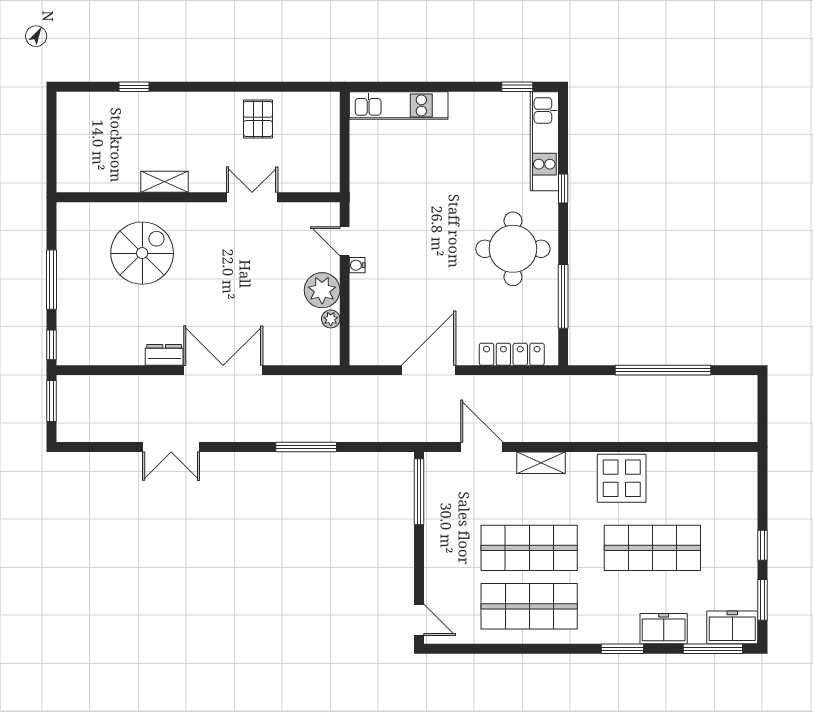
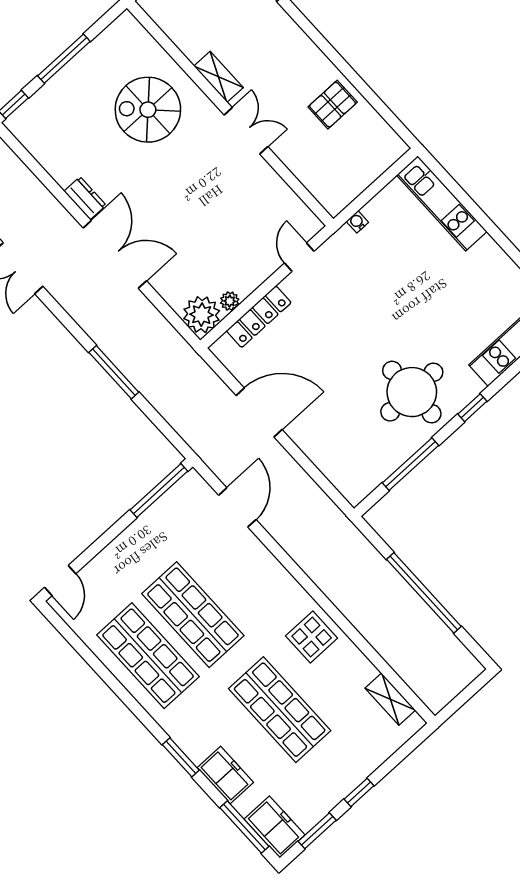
window: (563, 188) -> (472, 408), moved
double door: (252, 197) -> (246, 131), moved
spiral stairs: (142, 253) -> (148, 110), turned 180
water cooler: (357, 265) -> (357, 222), moved
plant: (322, 290) -> (202, 315), moved
locker: (512, 354) -> (259, 317), moved, turned 90
shelving: (541, 463) -> (390, 699), moved
display table: (622, 478) -> (312, 637), width x0.73, depth x0.73

